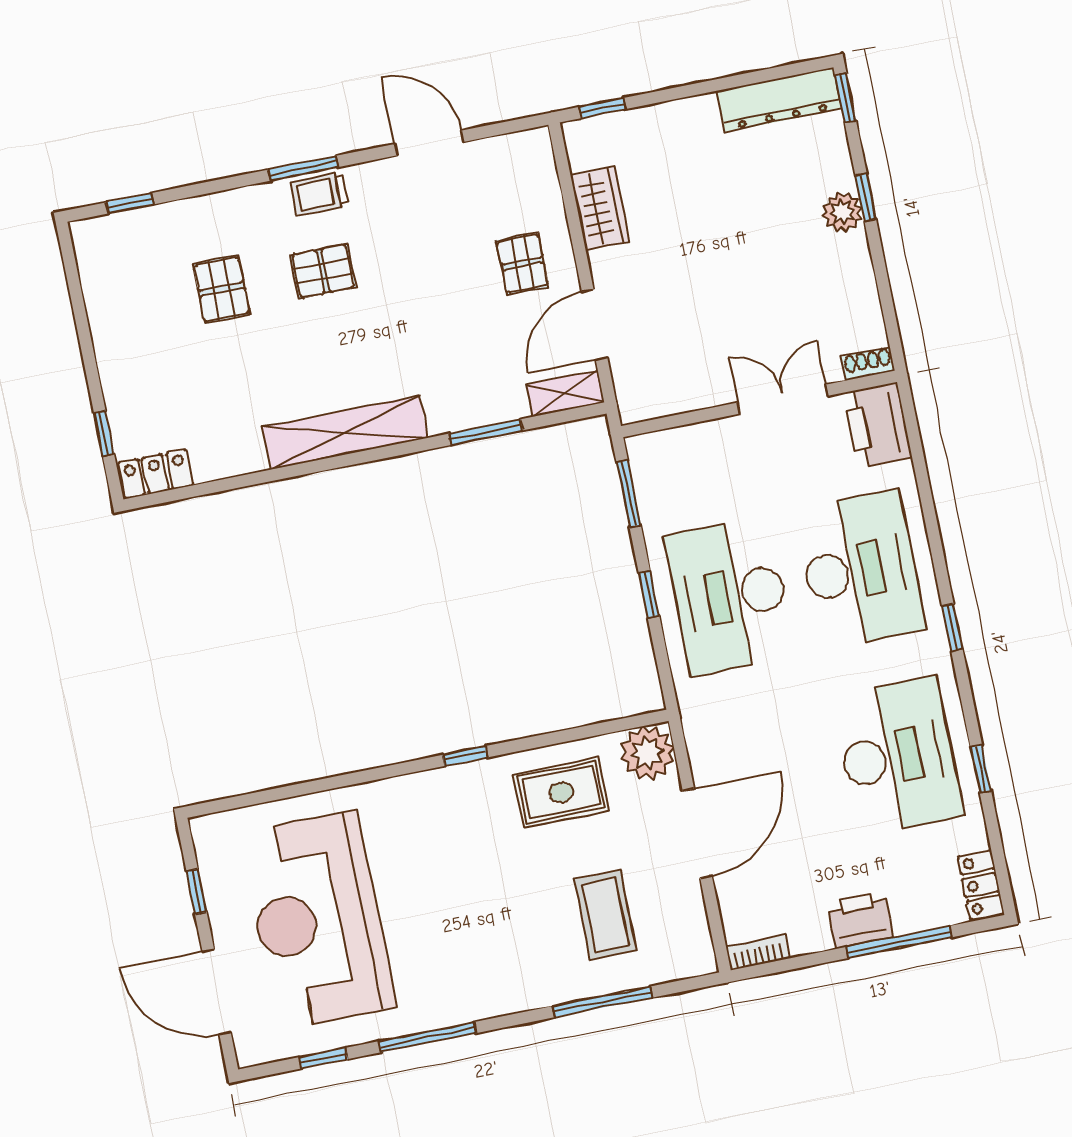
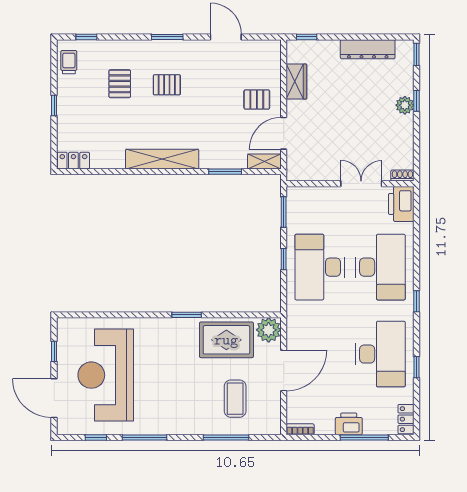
dresser: (779, 100) -> (368, 49), moved
trolley: (319, 194) -> (69, 62), moved, turned 90
pallet: (522, 264) -> (257, 99), turned 90
window: (104, 433) -> (54, 105), moved
window: (465, 756) -> (187, 315), width x1.50
rug: (561, 792) -> (226, 340), width x1.36, depth x1.43

